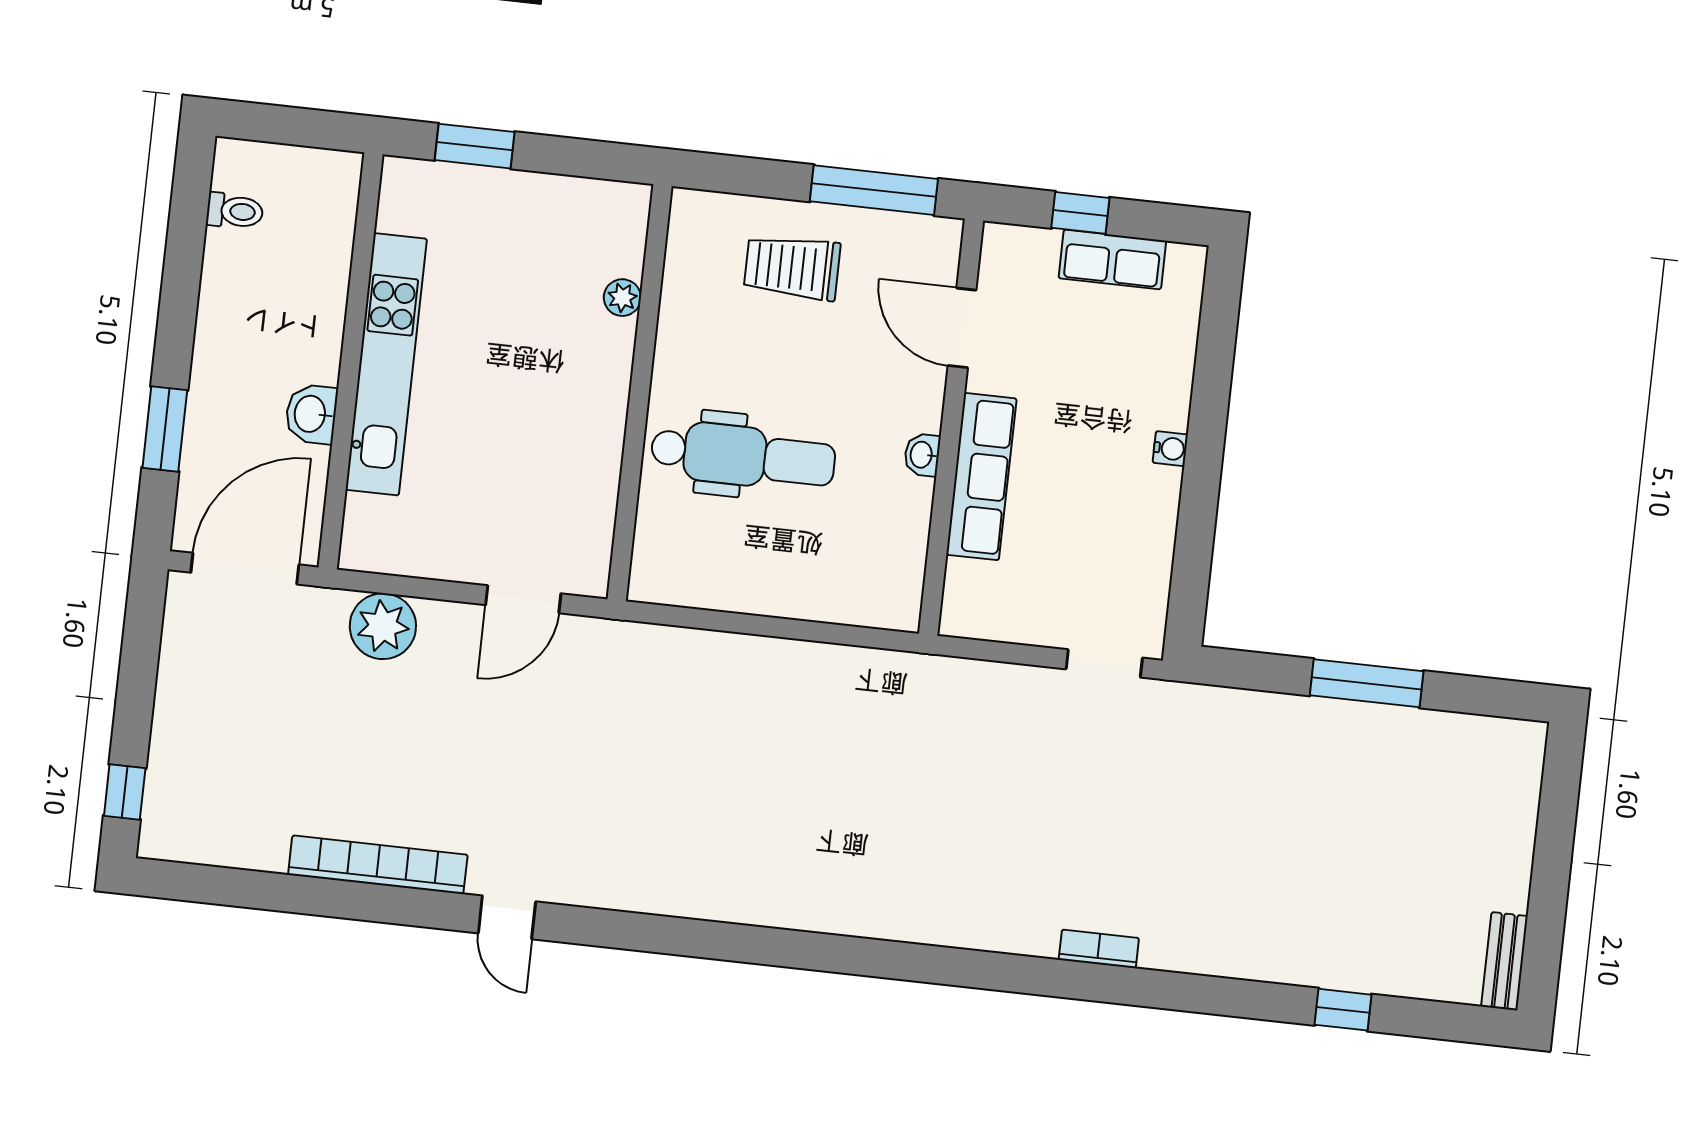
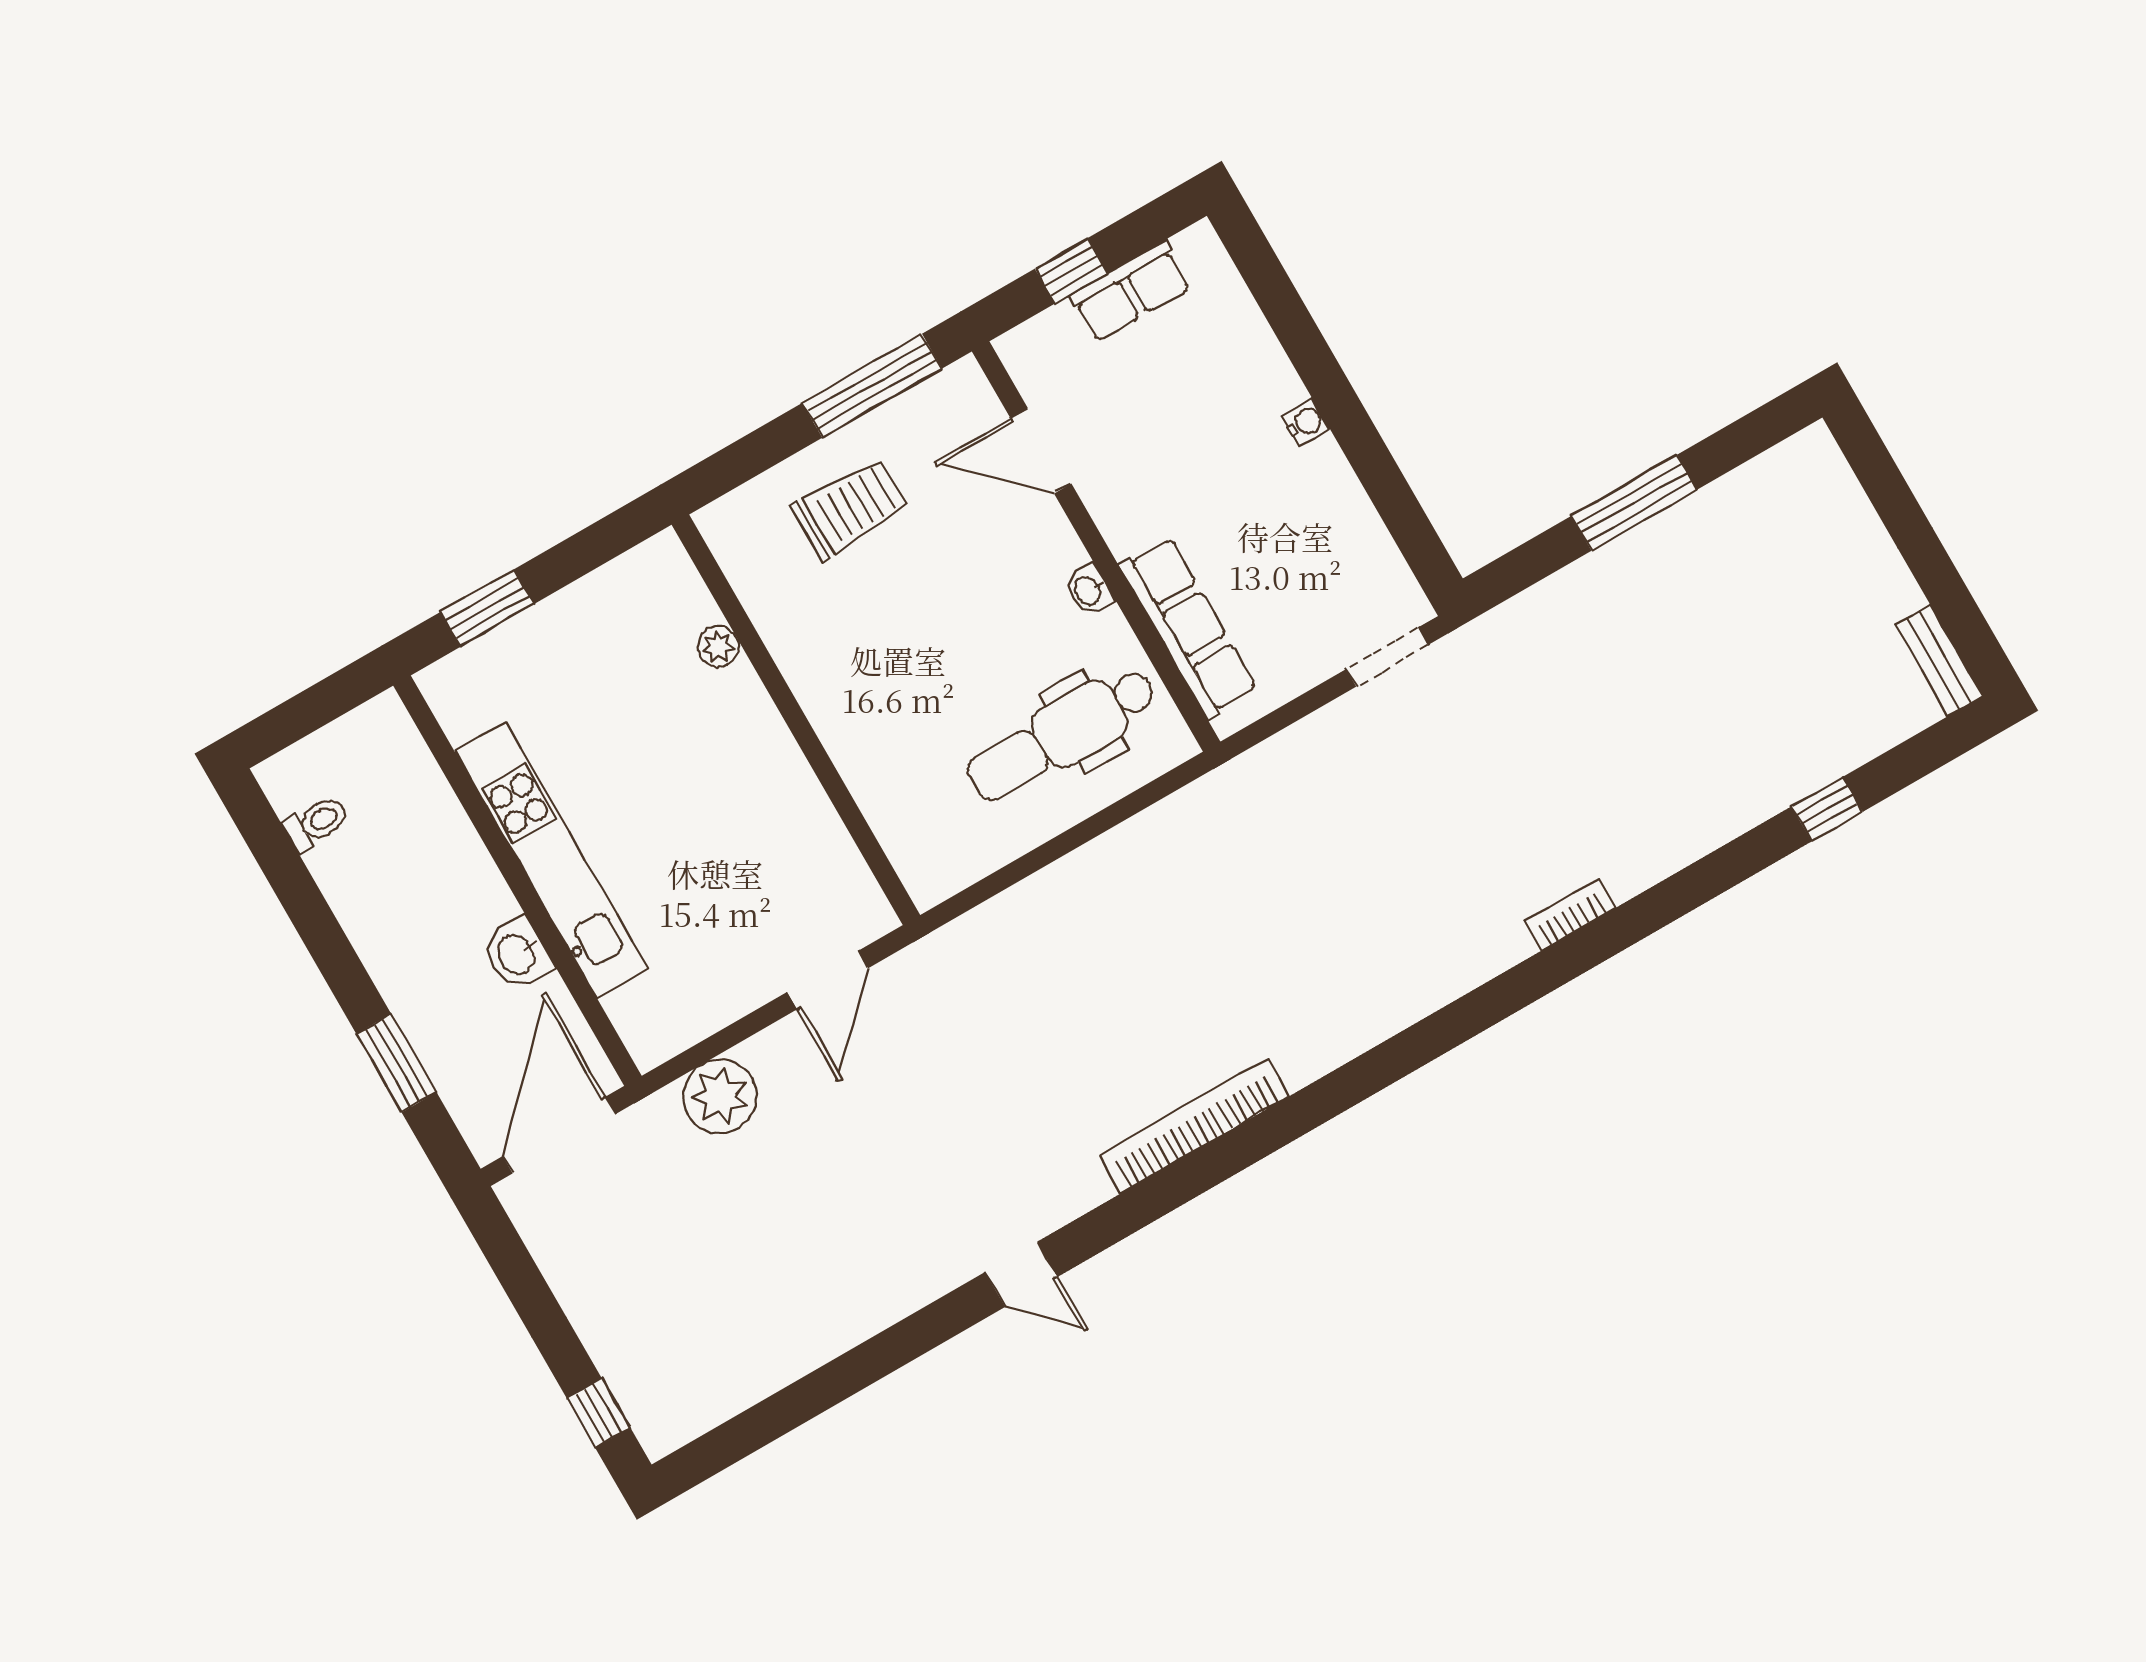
trolley: (792, 267) -> (850, 508), turned 180
dental chair: (743, 456) -> (1062, 734), moved, turned 180
row of seats: (981, 477) -> (1188, 628), moved
bookcase: (378, 865) -> (1194, 1126), moved

